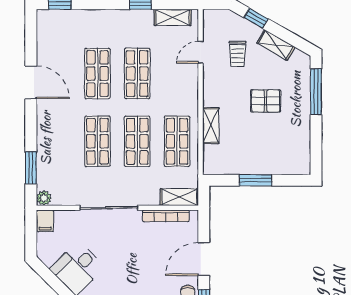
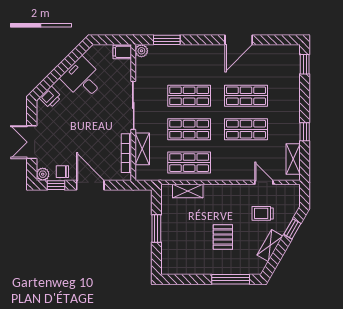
shelving: (211, 126) -> (188, 191), moved
shelving: (179, 197) -> (142, 149), moved

